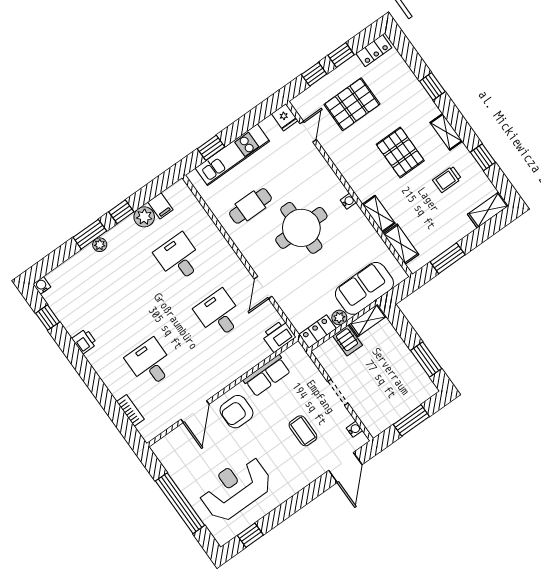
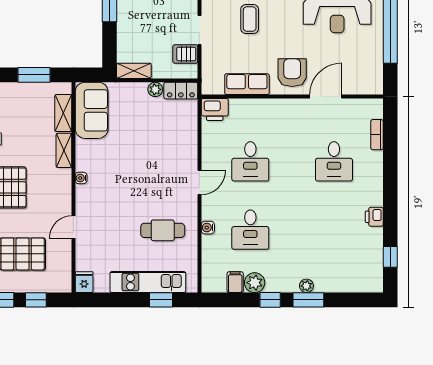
door: (308, 132) -> (73, 227), moved
round table: (301, 228) -> (134, 183), removed
water cooler: (42, 285) -> (208, 228), moved, turned 90
door: (263, 288) -> (199, 182), moved
sofa: (364, 288) -> (92, 110), moved, turned -90
server rack: (348, 341) -> (185, 54), moved, turned -90
armchair: (237, 412) -> (292, 73), turned -90

